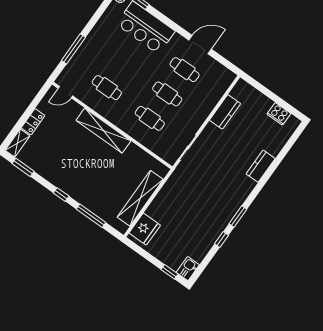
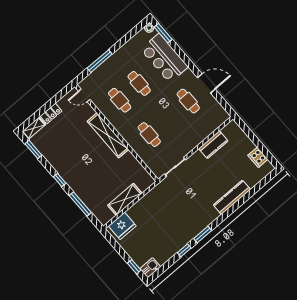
cafe table: (167, 94) -> (139, 83), moved
kitchen counter: (261, 166) -> (232, 197), width x1.50
shelving: (140, 198) -> (125, 199), width x0.68

